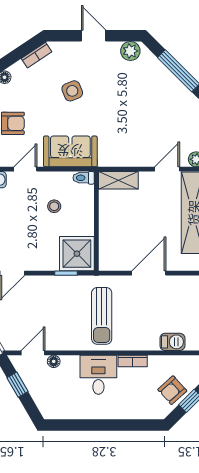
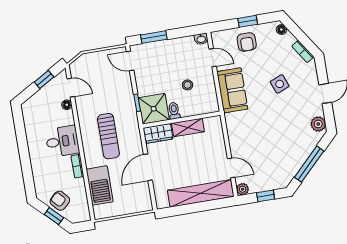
toilet: (84, 178) -> (174, 111), moved
shelving: (118, 180) -> (188, 127), moved, turned 90
wardrobe: (109, 253) -> (158, 134), added
door: (149, 273) -> (148, 167), swing flipped
sun lounger: (102, 316) -> (108, 136), turned -90
barbecue: (172, 342) -> (100, 185), width x1.88, depth x1.53

